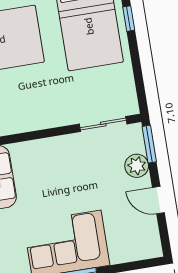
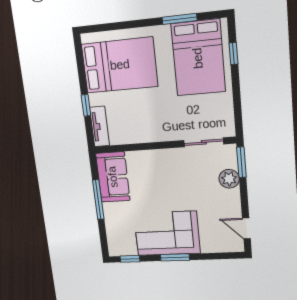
door: (158, 200) -> (246, 228), moved

